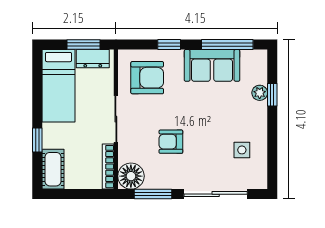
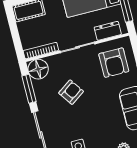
dresser: (93, 59) -> (108, 31), moved, turned 90
armchair: (171, 142) -> (71, 92), turned 55

